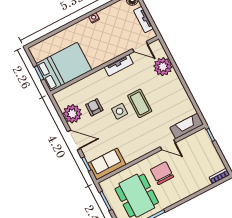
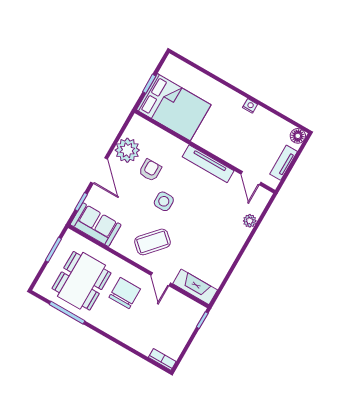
tv unit: (119, 65) -> (208, 164), width x1.41
plant: (163, 67) -> (250, 221), width x0.53, depth x0.53
coffee table: (140, 103) -> (152, 242), moved, turned 42

